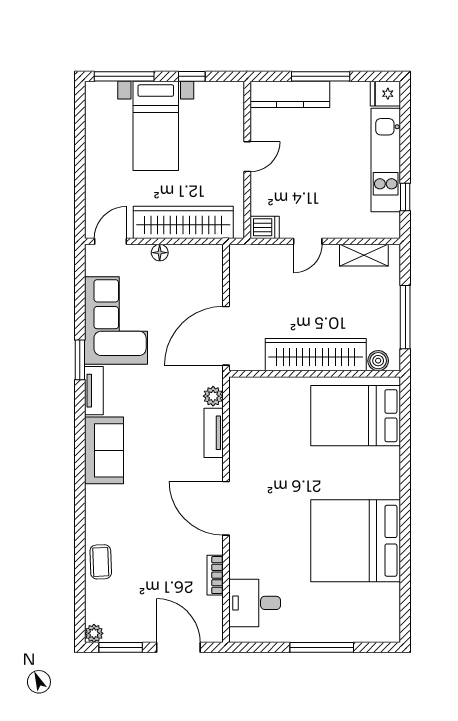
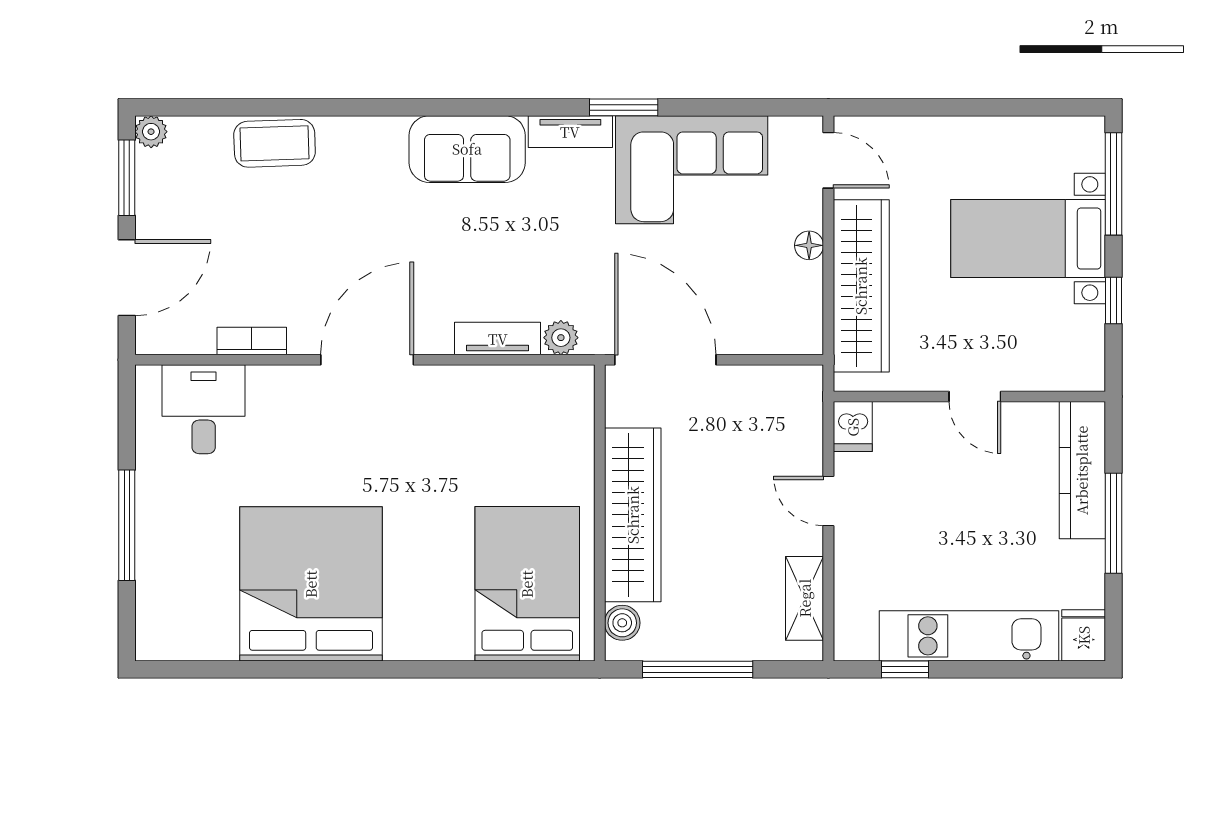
coffee table: (101, 562) -> (275, 143), width x1.36, depth x1.30

